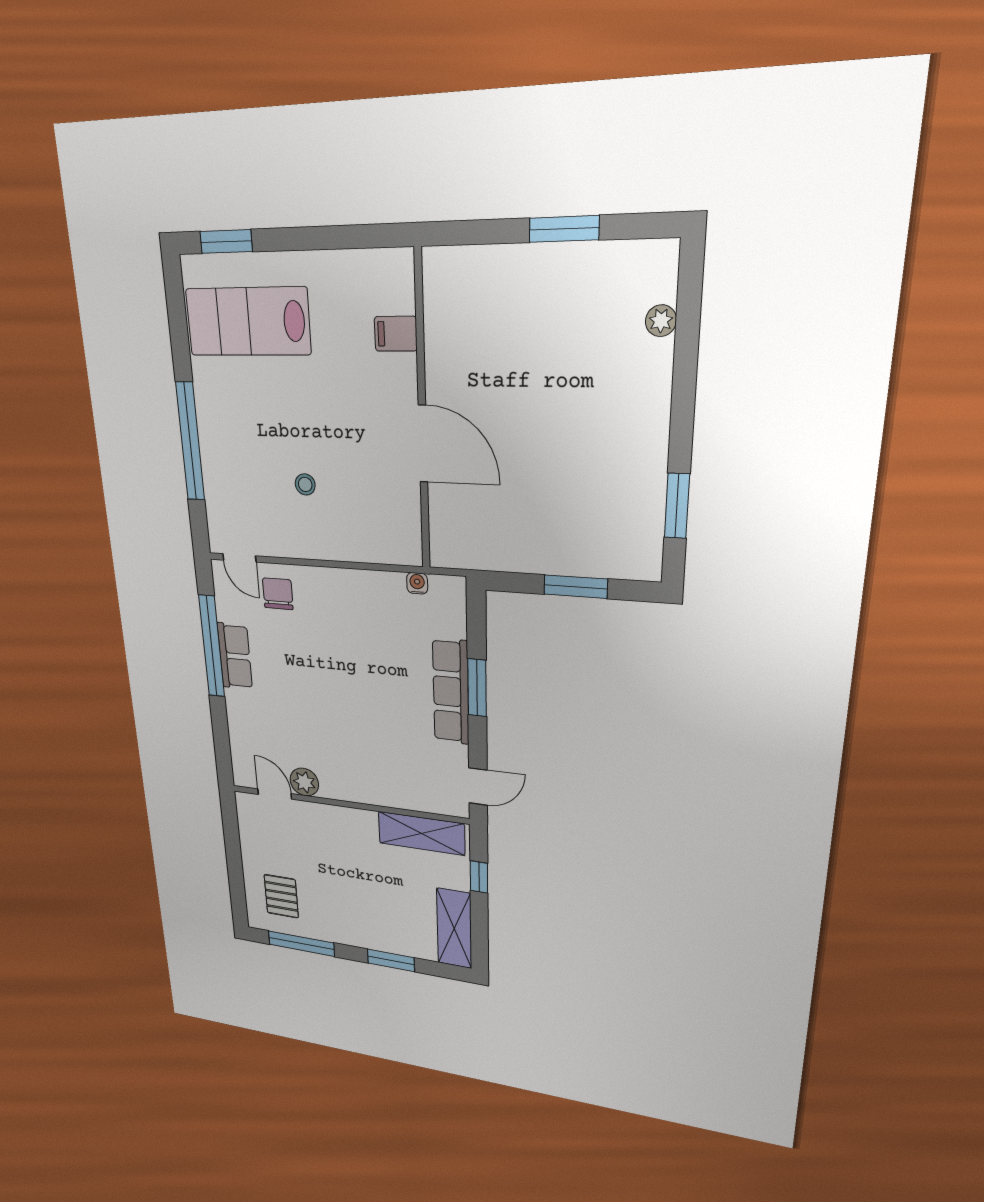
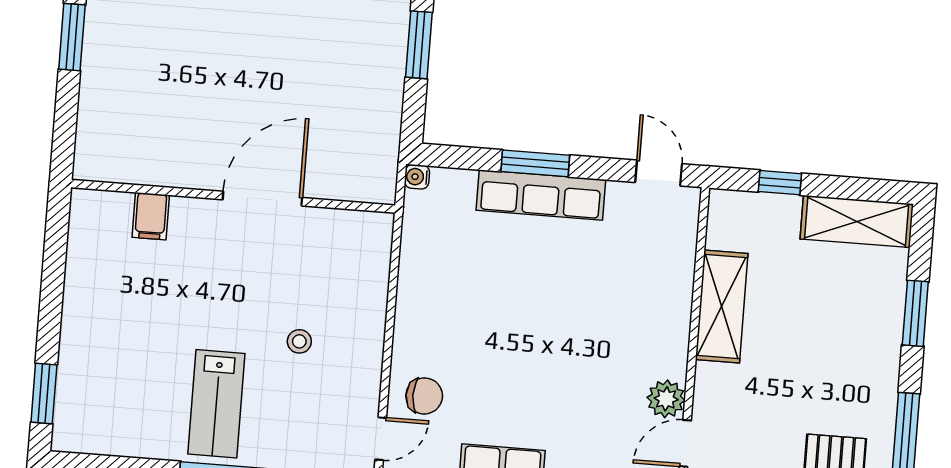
lab bench: (248, 322) -> (216, 404), moved, width x0.73, depth x0.72
water cooler: (417, 583) -> (417, 177), moved
chair: (278, 594) -> (424, 396), turned 180
shelving: (421, 833) -> (722, 307), moved

